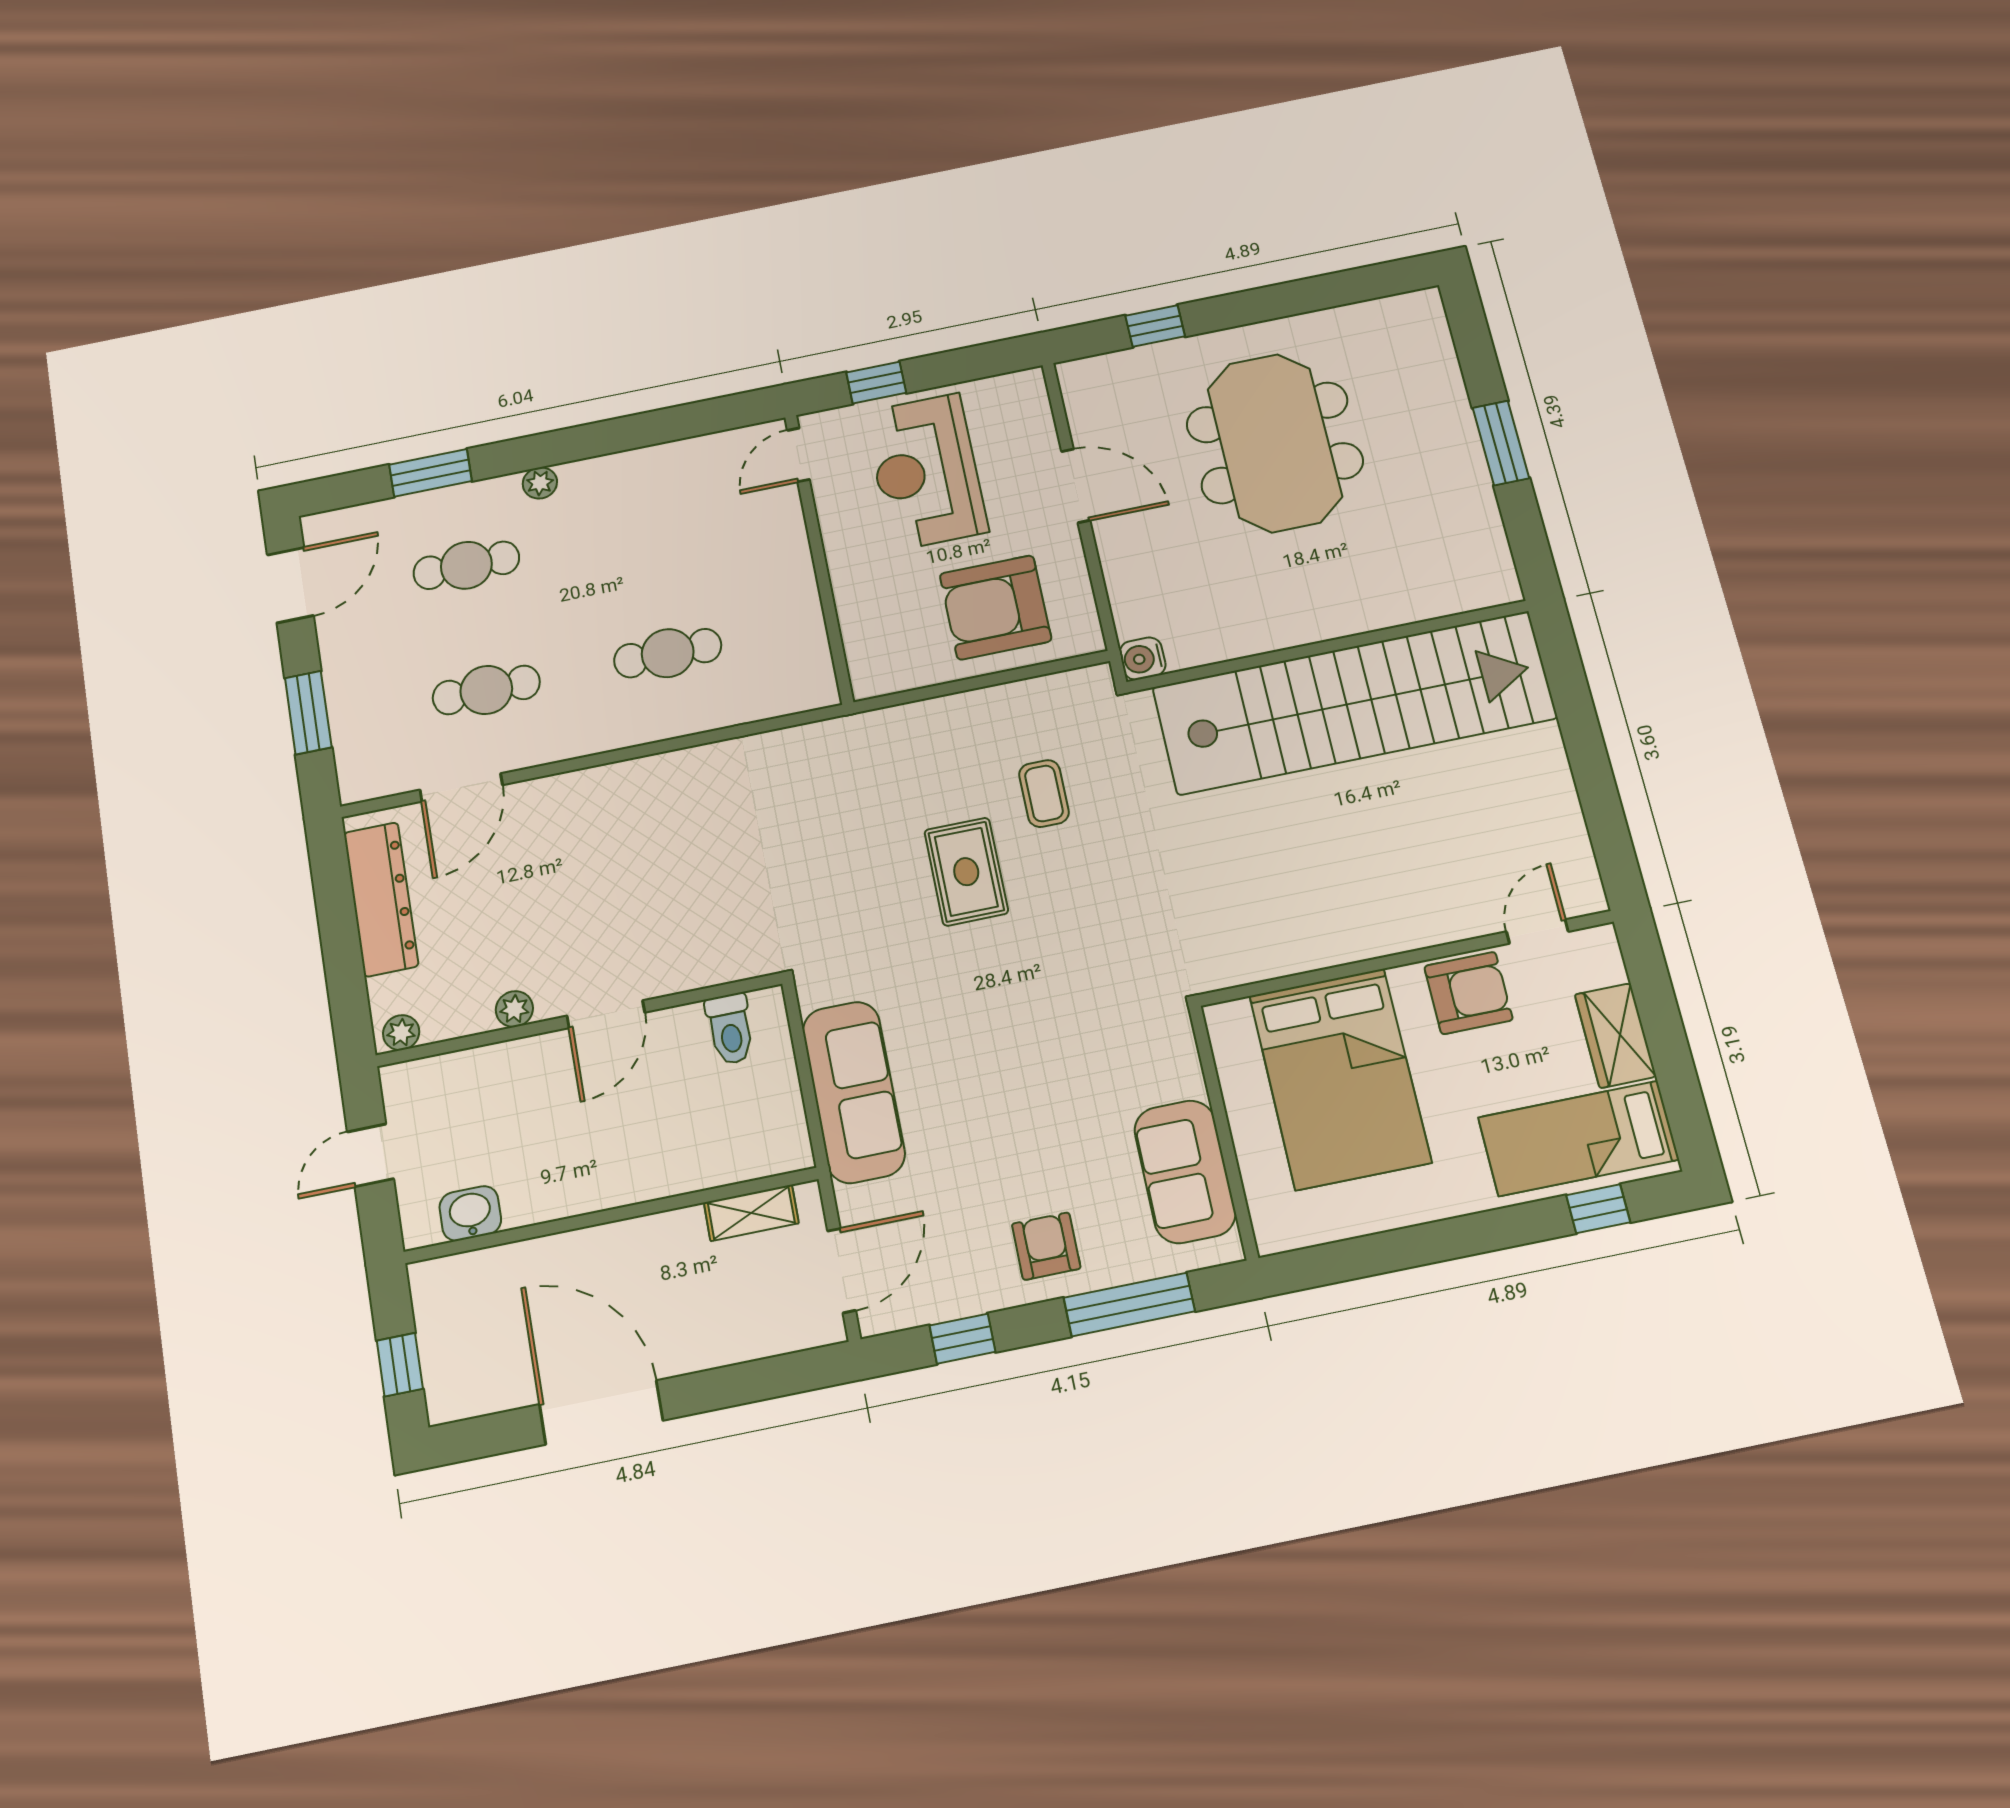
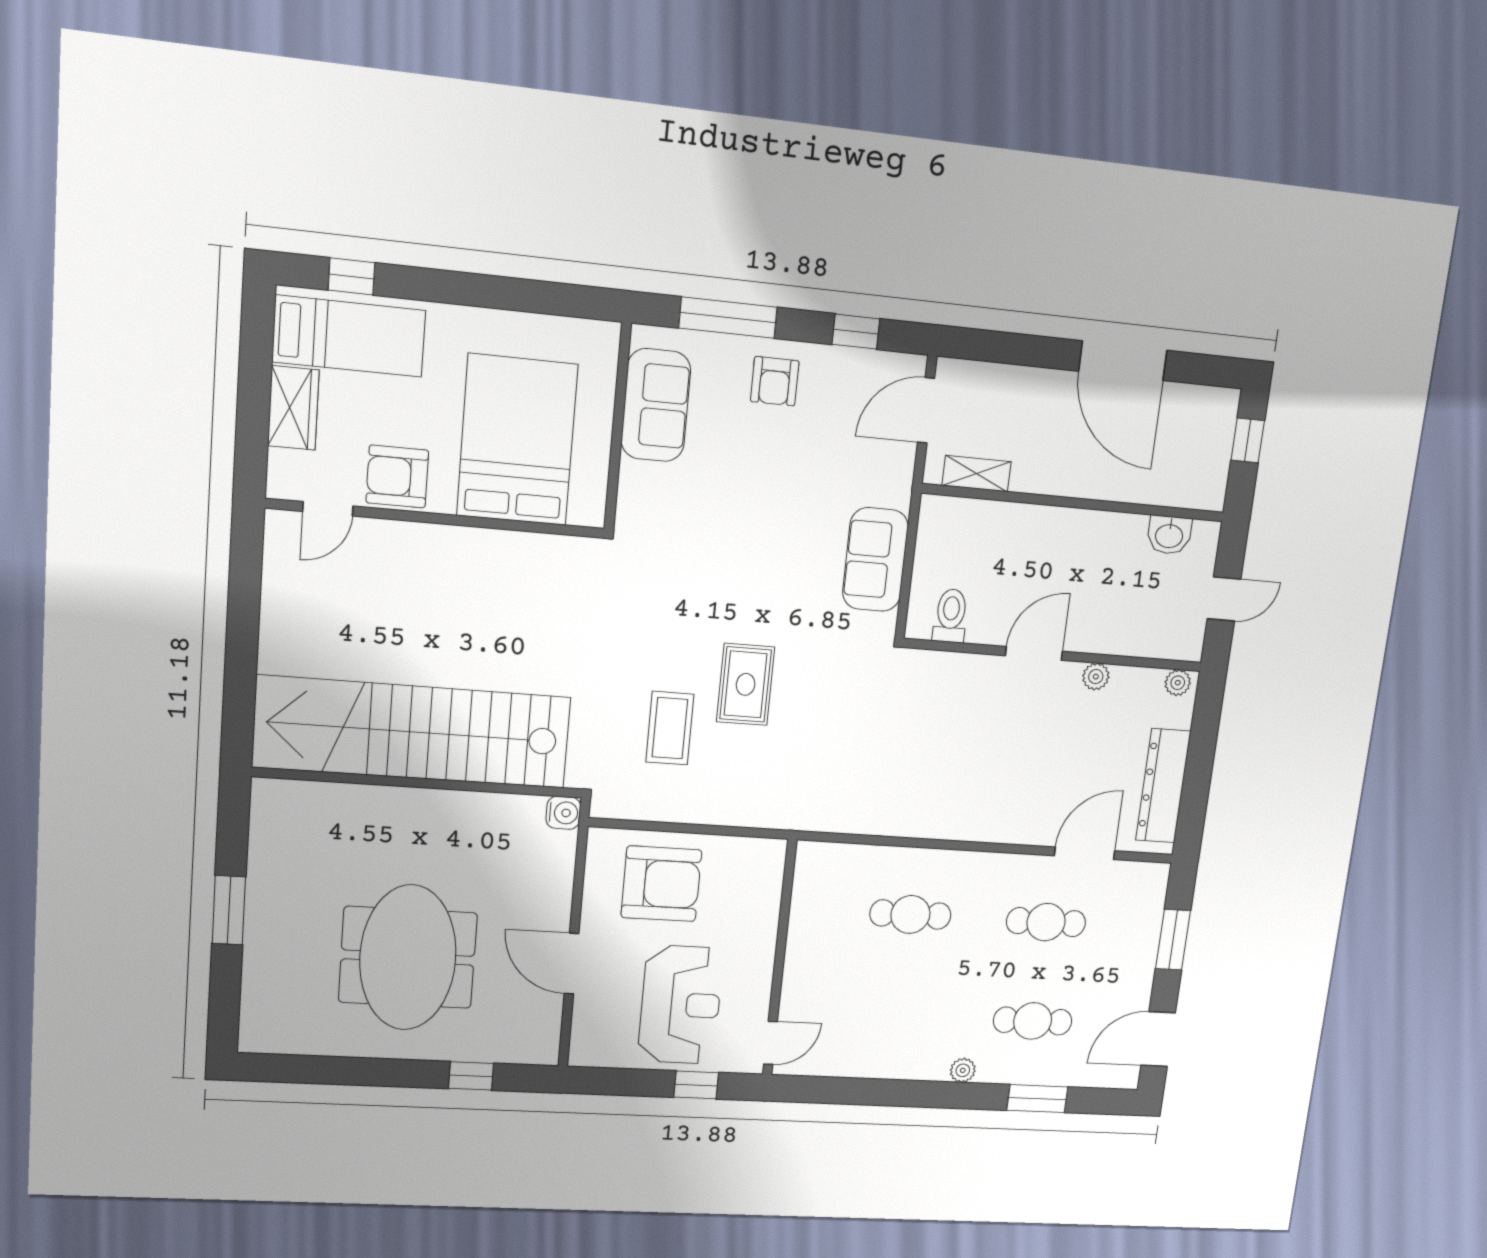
coffee table: (1044, 793) -> (670, 728), width x1.36, depth x1.30
sofa: (854, 1092) -> (875, 560), width x0.73

